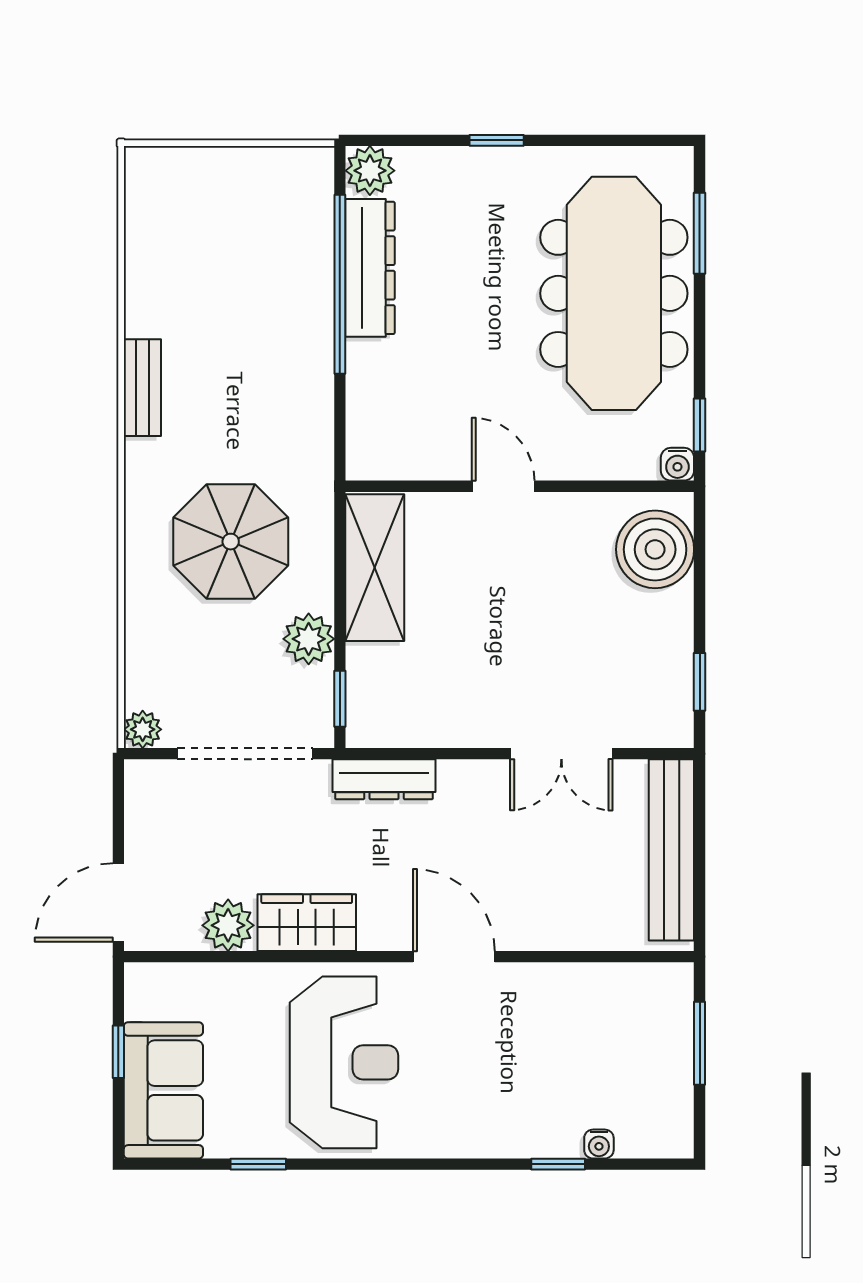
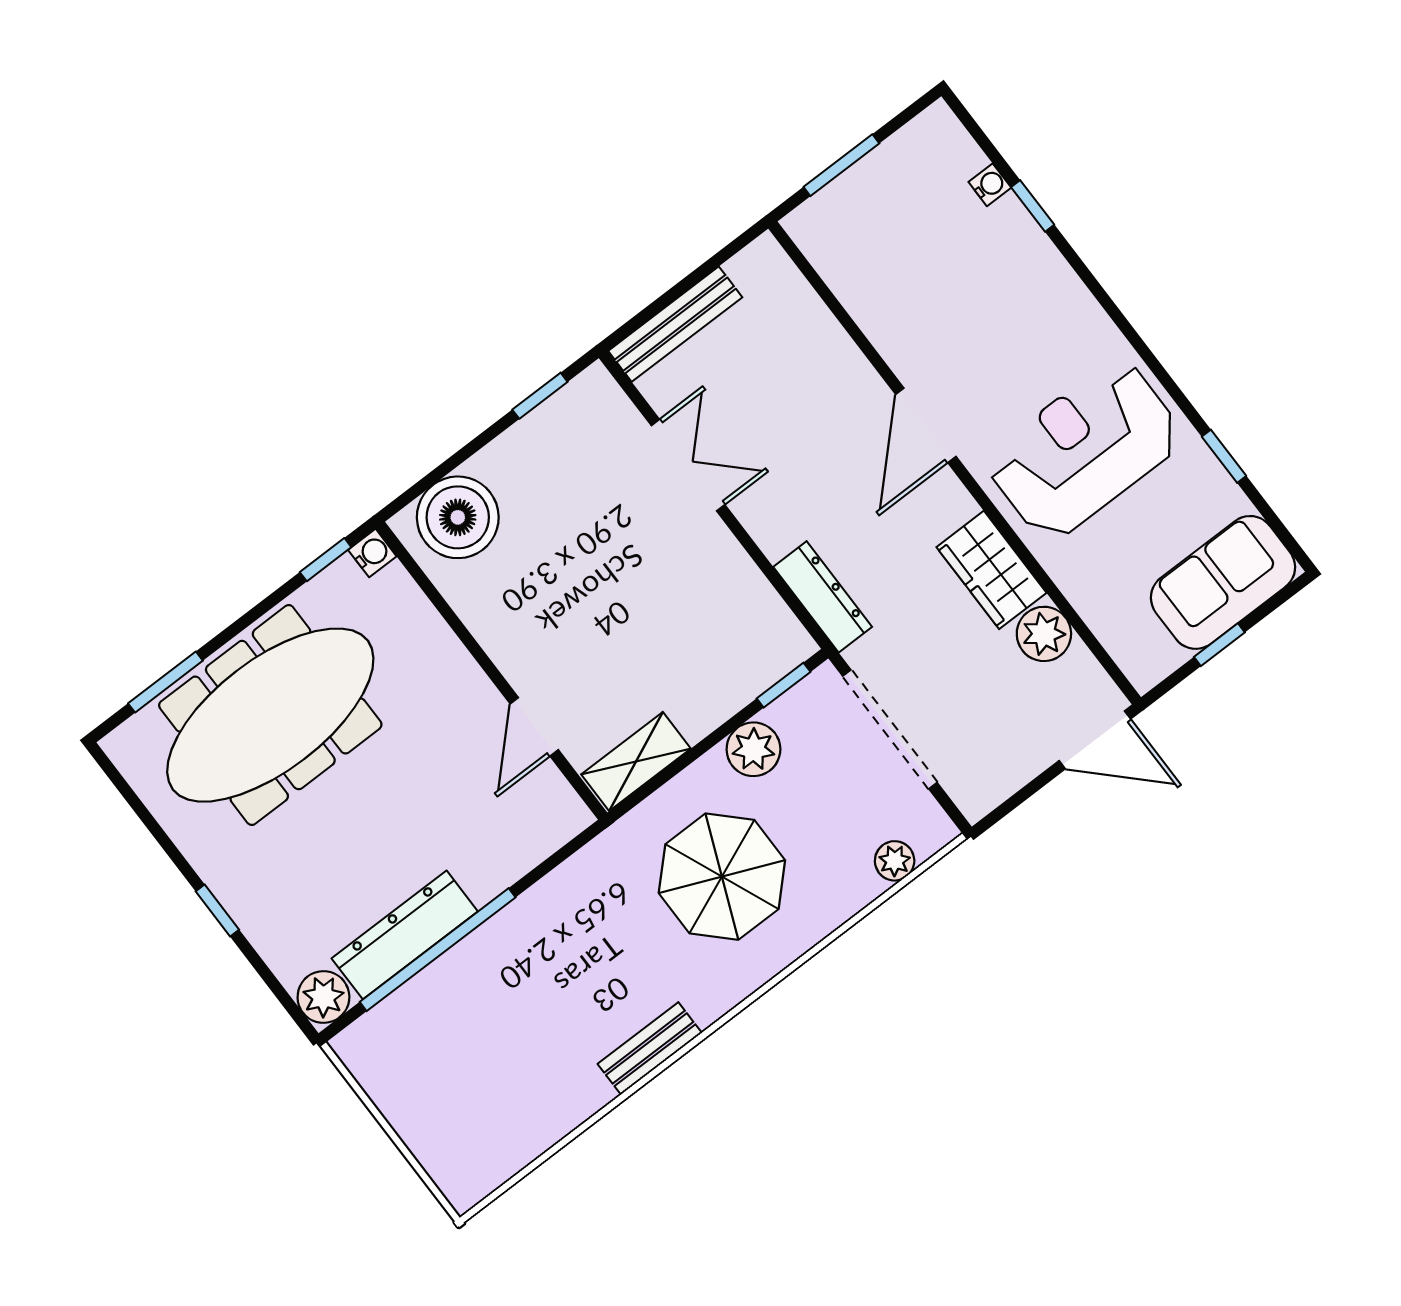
door: (503, 486) -> (534, 727), moved
shelving: (375, 568) -> (636, 761), width x0.67, depth x0.75
plant: (143, 729) -> (895, 861), moved
bench: (671, 850) -> (675, 324), width x0.73, depth x0.82

